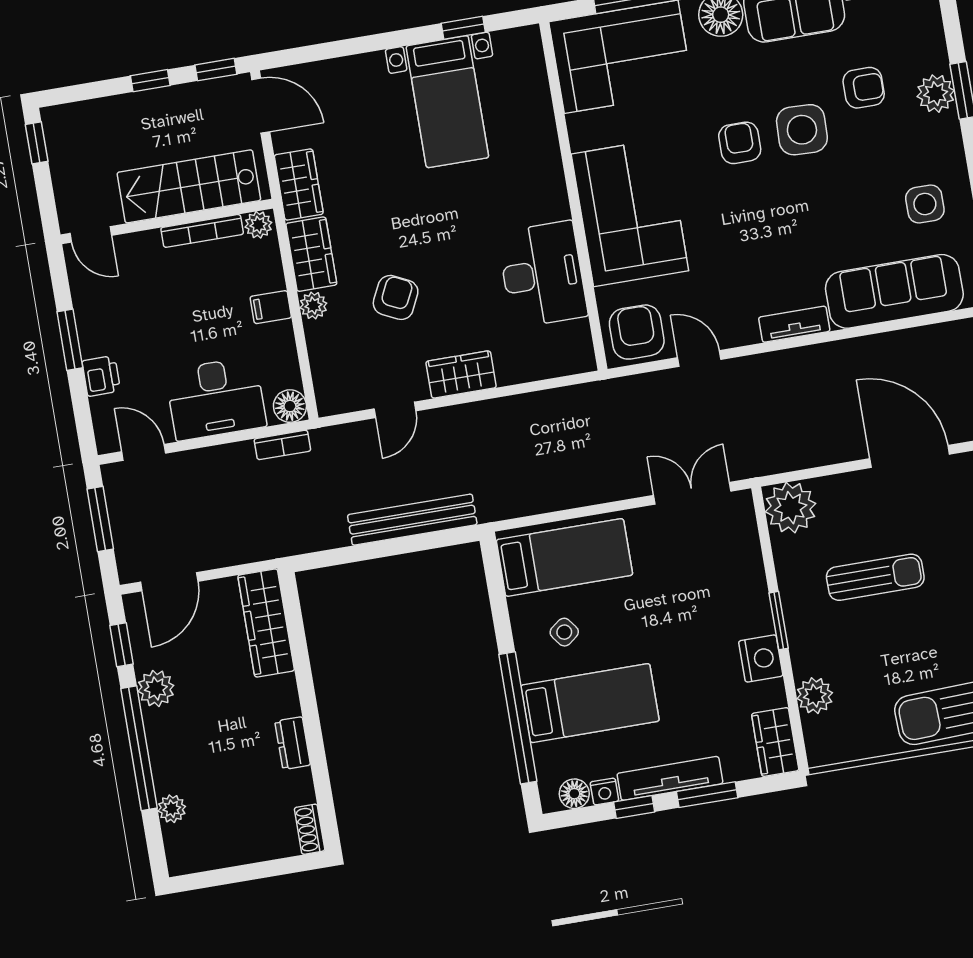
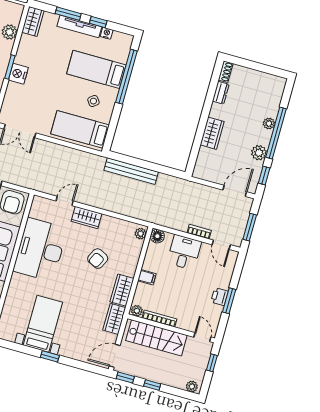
window: (463, 28) -> (50, 356), moved
door: (261, 106) -> (115, 356), hinge flipped
plant: (63, 118) -> (192, 386), added
window: (37, 143) -> (212, 363), moved
desk: (542, 274) -> (40, 250), width x1.36, depth x1.30
plant: (313, 306) -> (141, 234), moved
printer: (101, 376) -> (219, 297), moved
desk: (216, 399) -> (184, 252), width x0.73
door: (395, 410) -> (65, 201), moved
bookcase: (282, 445) -> (199, 232), moved
wardrobe: (266, 623) -> (212, 133), moved, width x0.67
nightstand: (761, 658) -> (18, 74), moved
dresser: (293, 743) -> (221, 93), moved
floor lamp: (574, 794) -> (119, 38), removed
plant: (172, 809) -> (269, 124), moved

